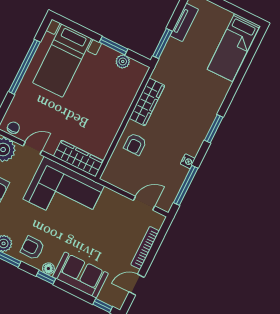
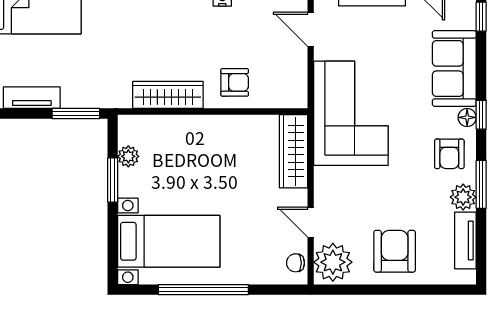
corner sofa: (64, 192) -> (351, 113), moved

